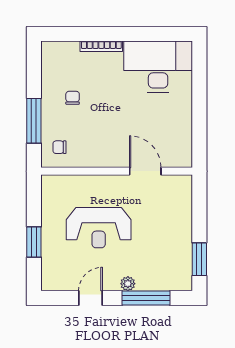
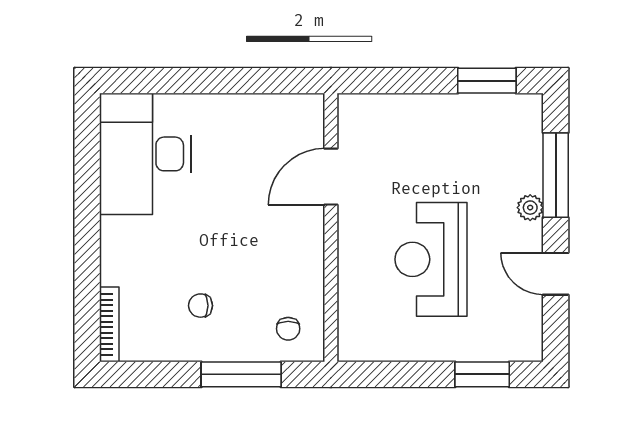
bookcase: (101, 46) -> (109, 324), moved
reception desk: (99, 228) -> (431, 259), turned 180
window: (34, 242) -> (482, 374), moved

